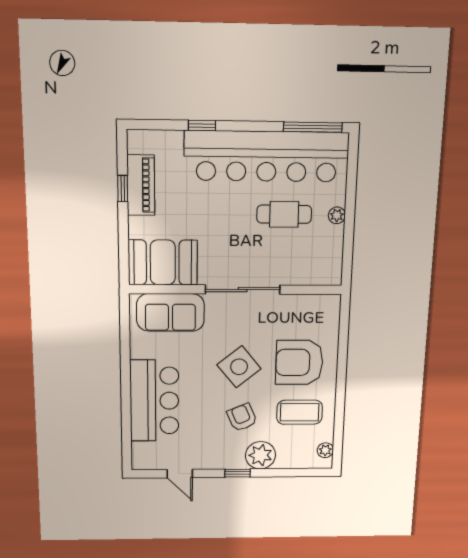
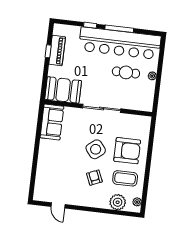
window: (313, 127) -> (119, 29), moved
sofa: (170, 312) -> (52, 122), moved, turned -90
armchair: (299, 362) -> (127, 151), turned 180
bar counter: (154, 401) -> (50, 163), removed
plant: (260, 455) -> (118, 202), moved
window: (237, 473) -> (89, 209), removed

